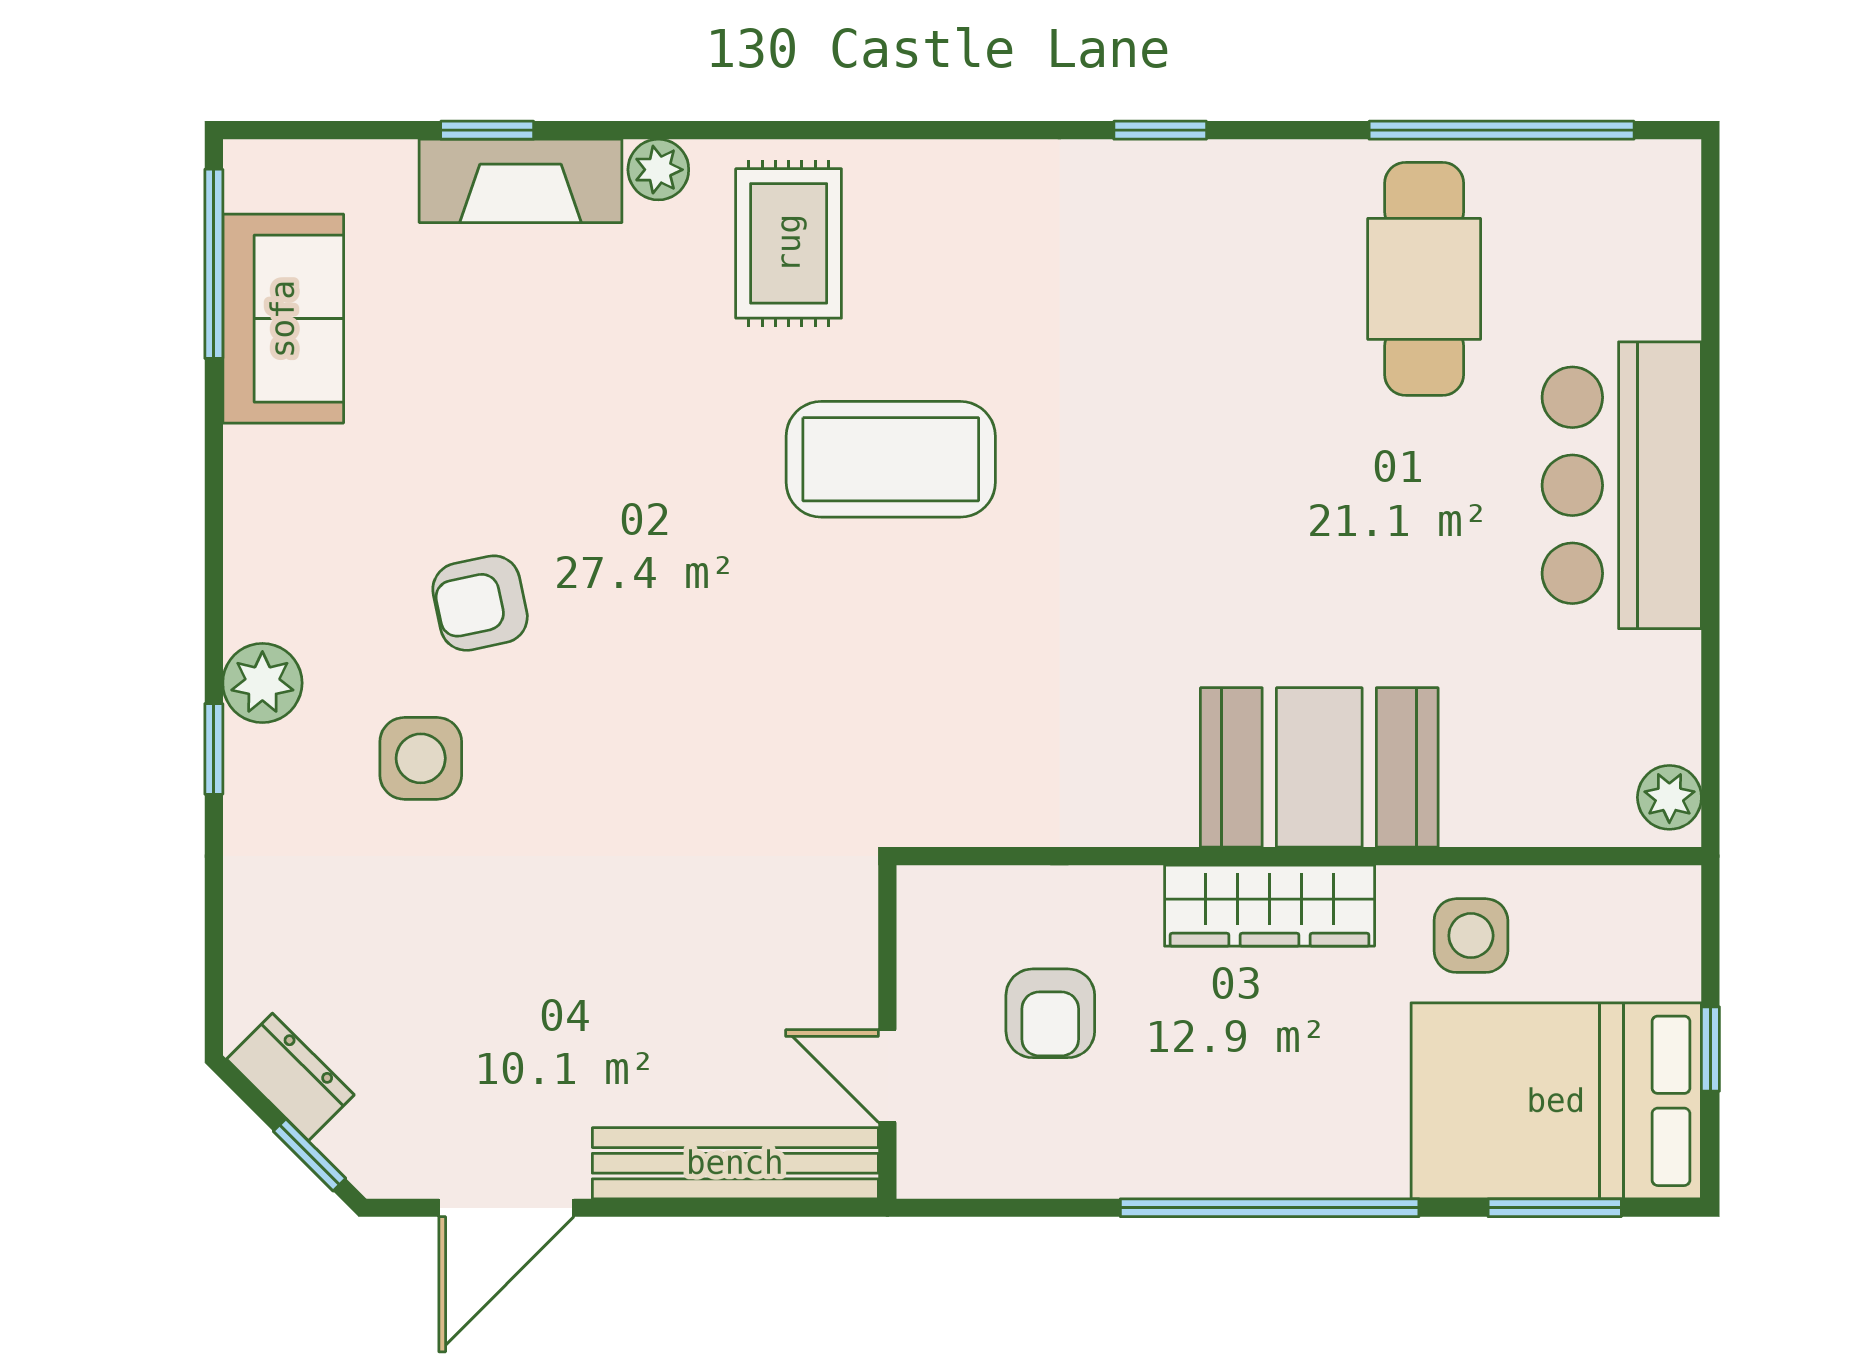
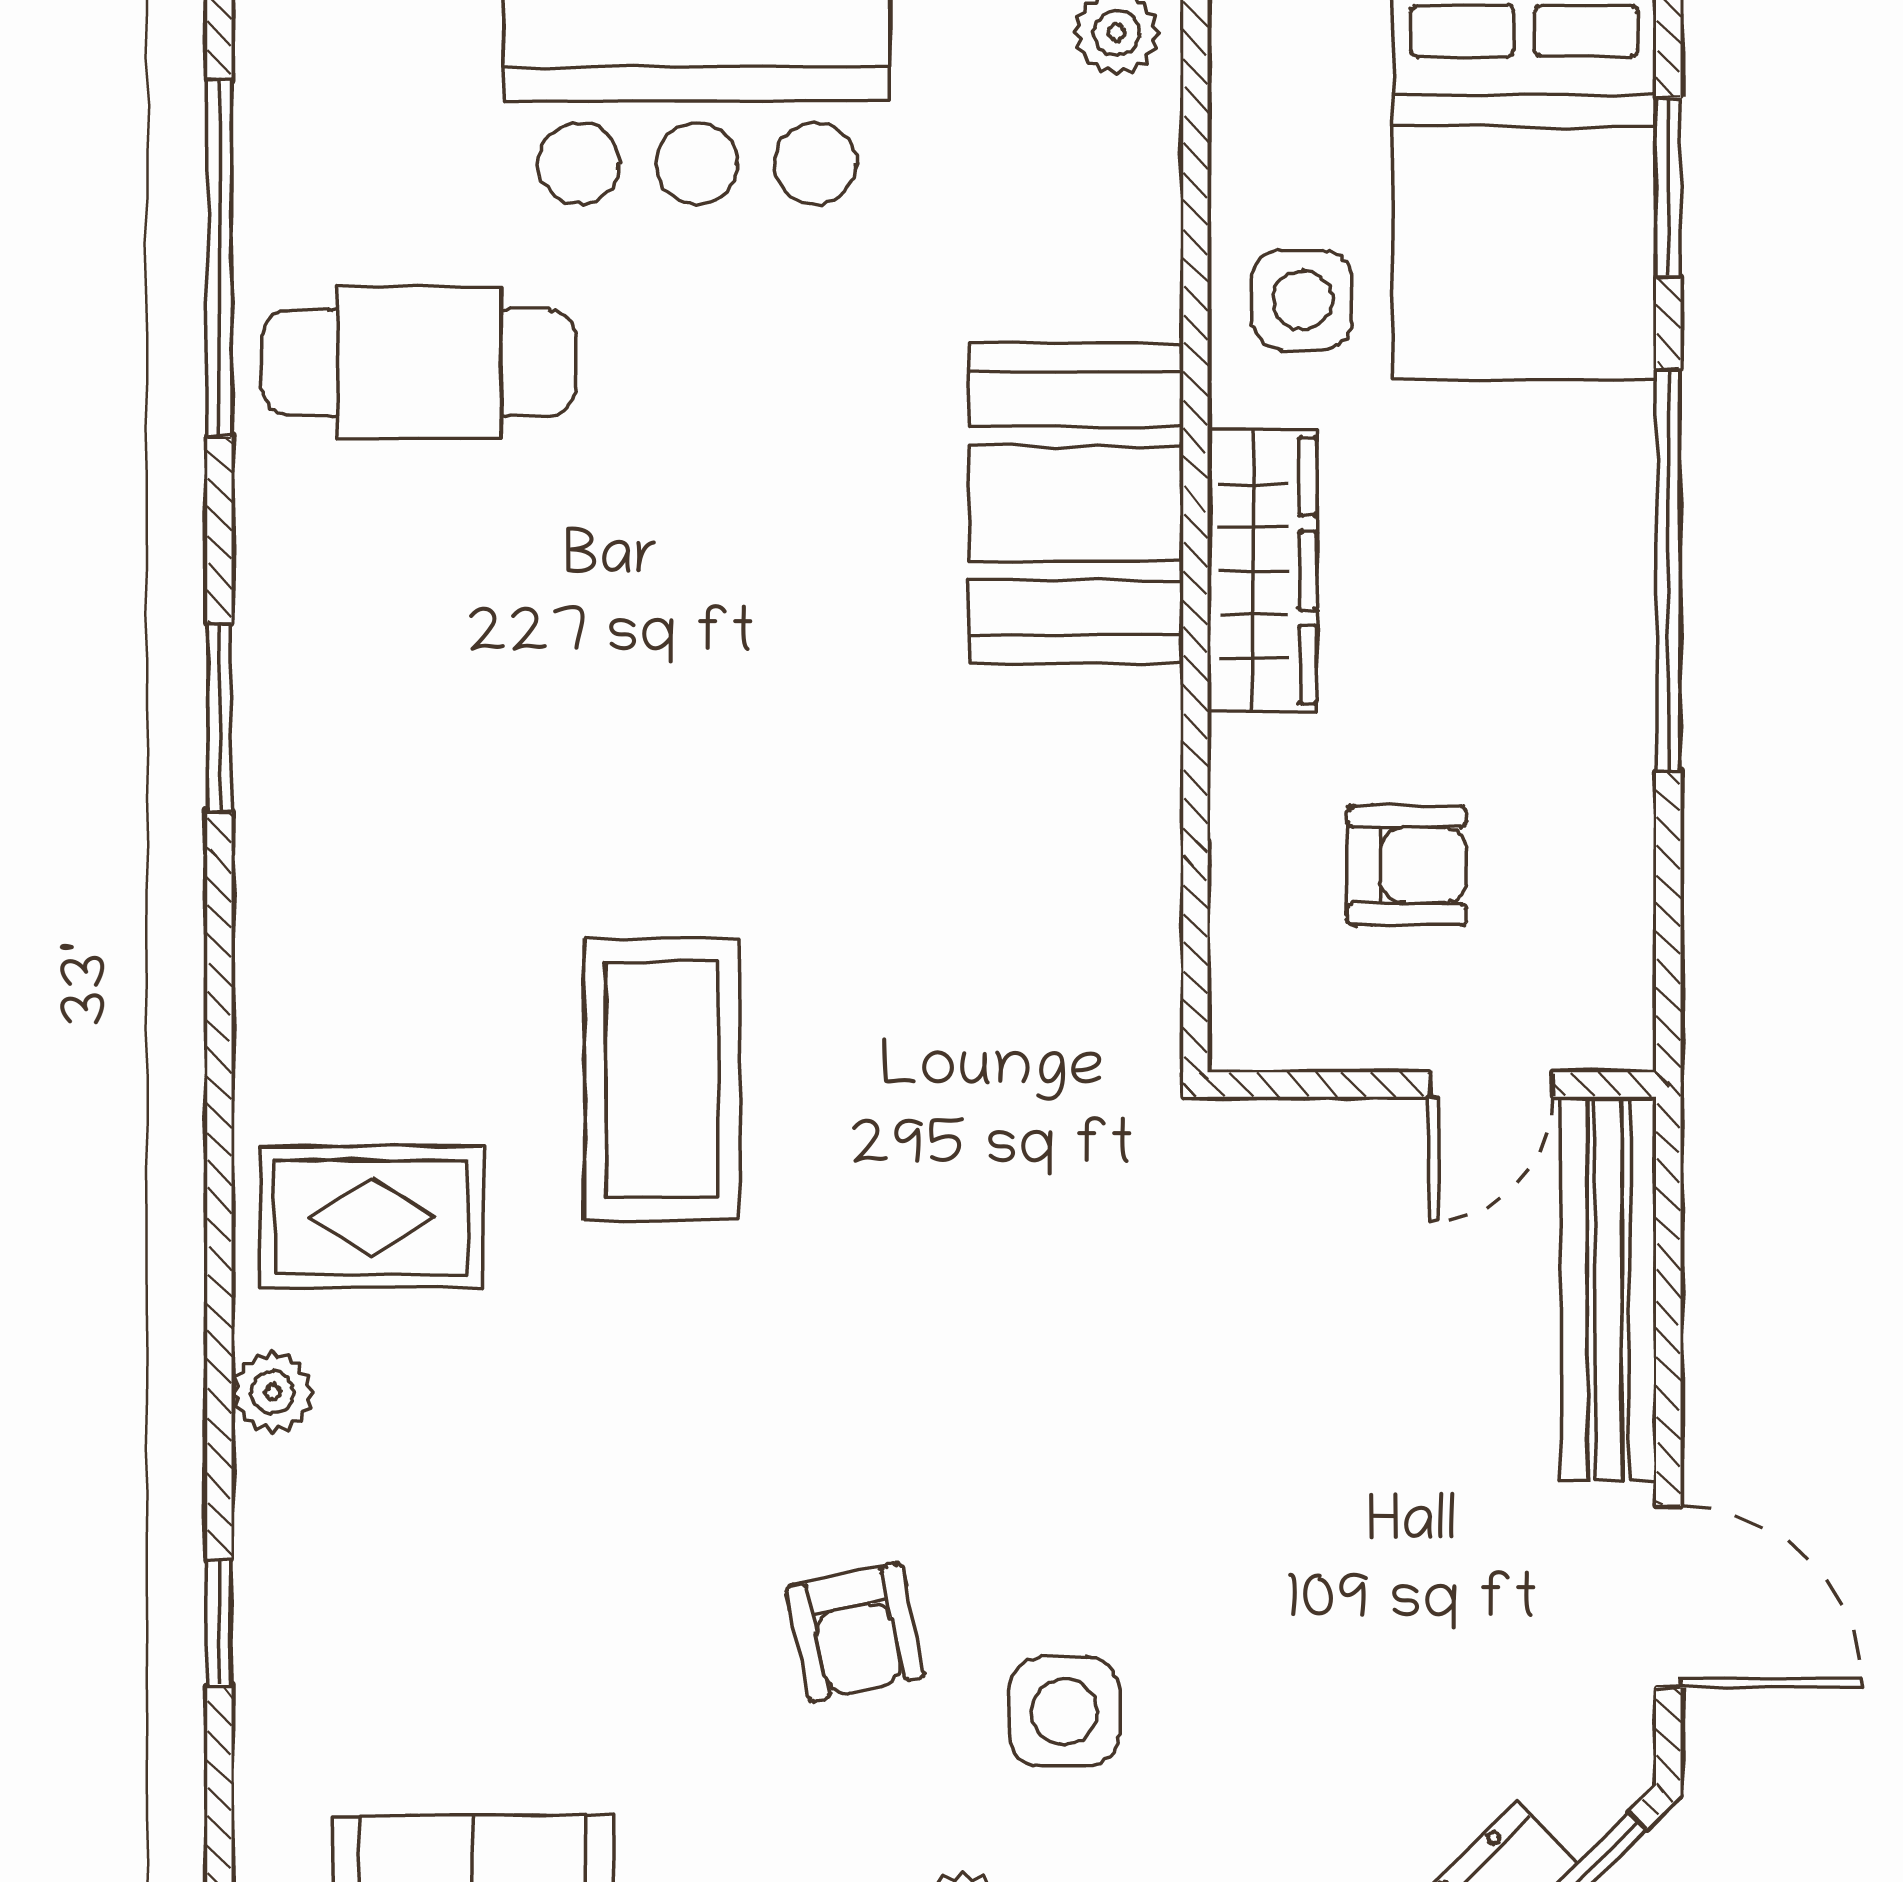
window: (1160, 130) -> (219, 718), width x1.50
fireplace: (521, 181) -> (288, 1578), removed

